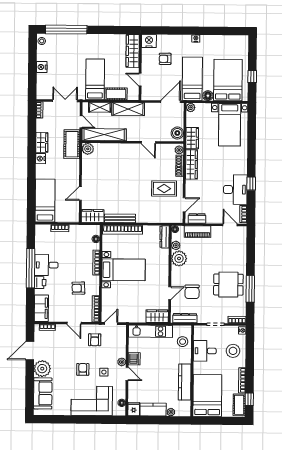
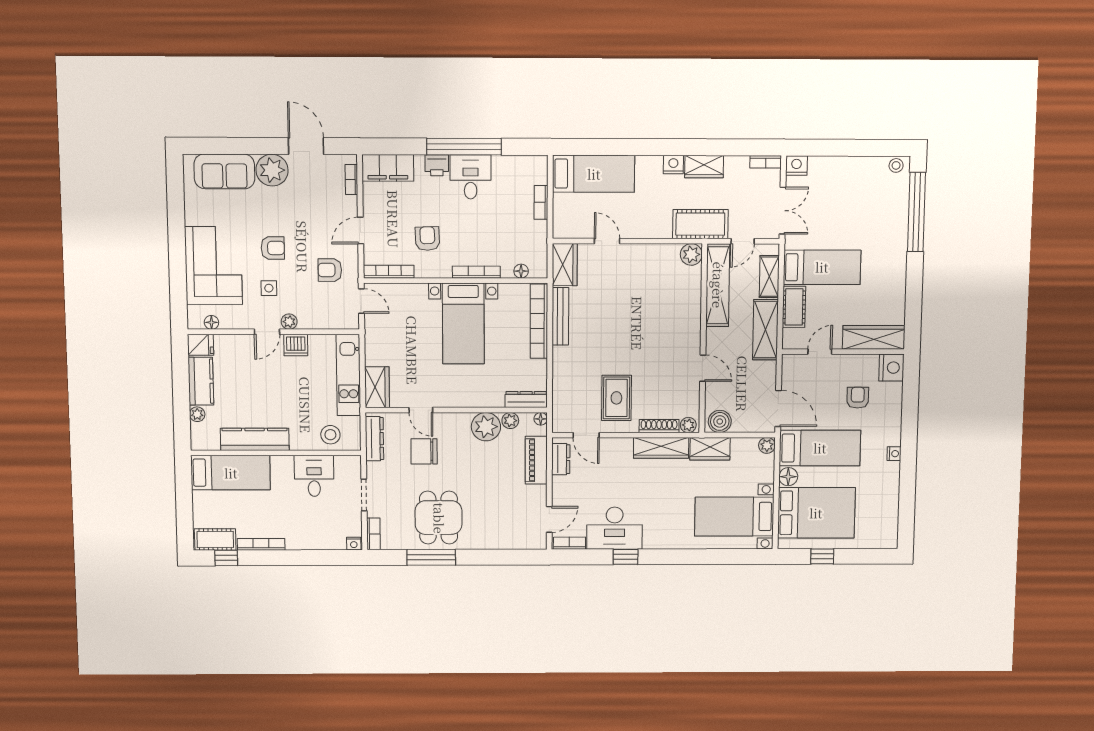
nightstand: (42, 67) -> (796, 166), moved
door: (148, 142) -> (703, 368), swing flipped
stool: (233, 351) -> (315, 527), removed
bed: (207, 395) -> (231, 473), width x0.67

